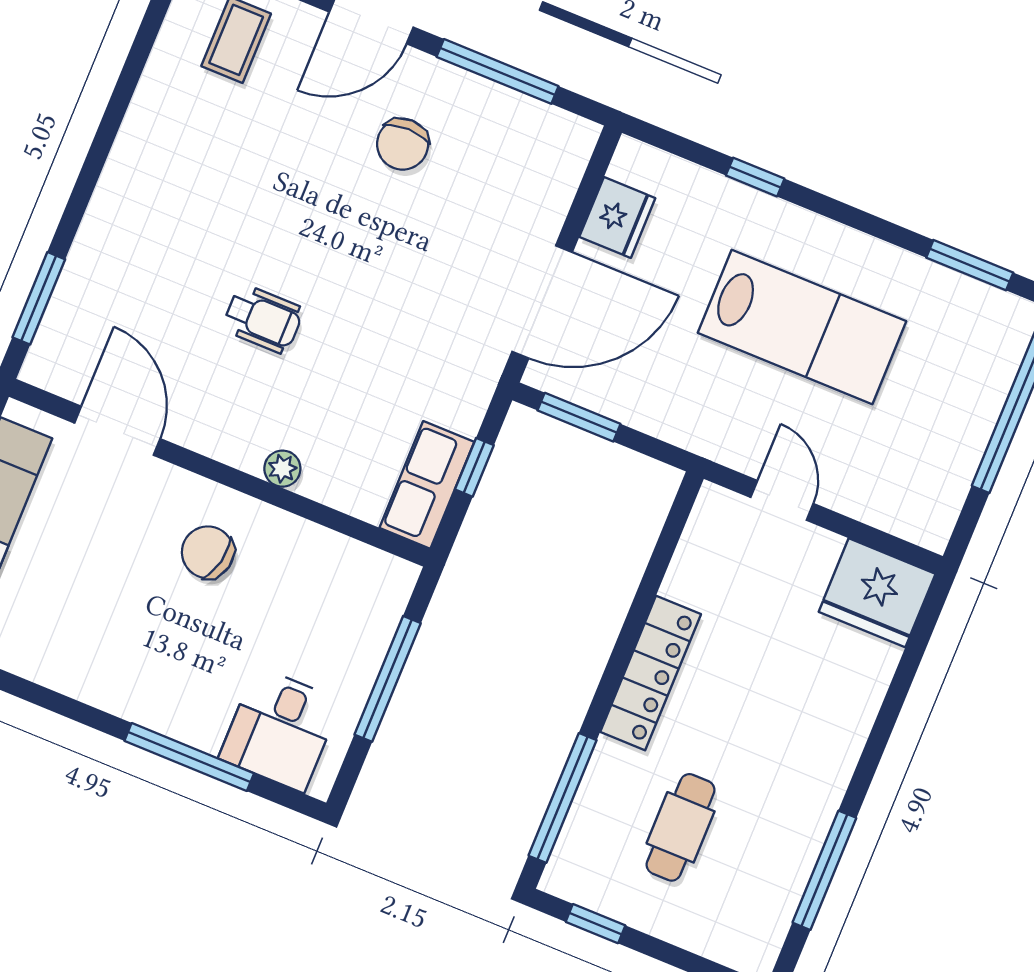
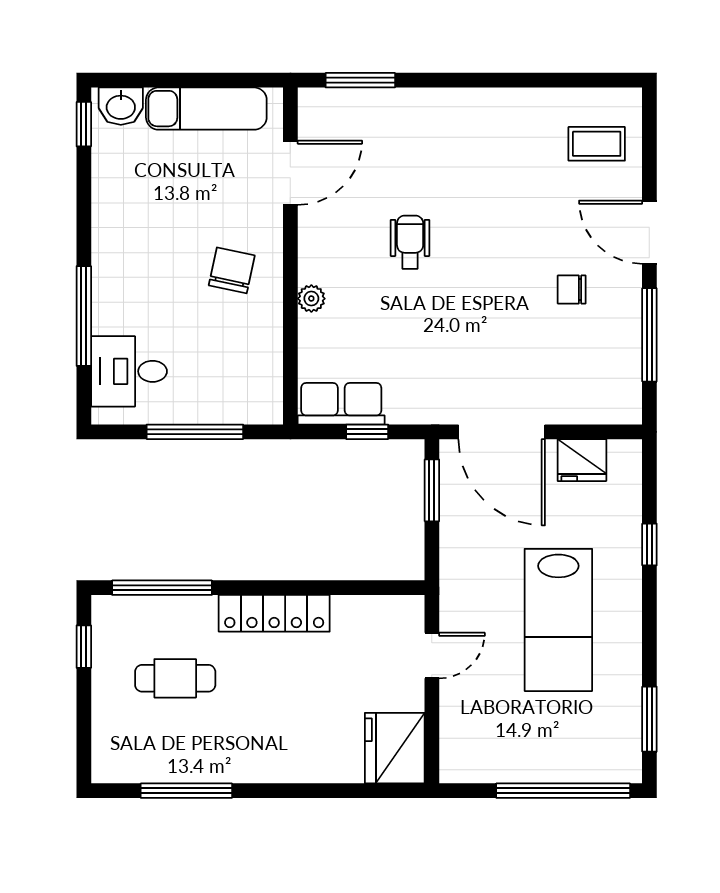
chair: (403, 144) -> (572, 290), width x0.73, depth x0.73
wheelchair: (263, 319) -> (410, 242), turned 180

